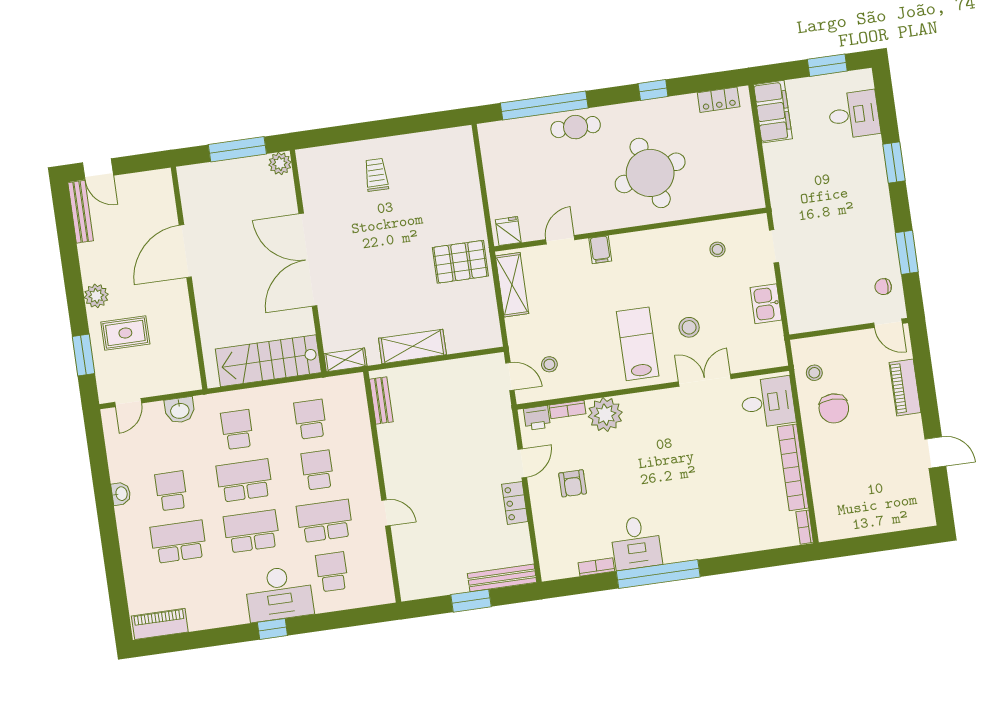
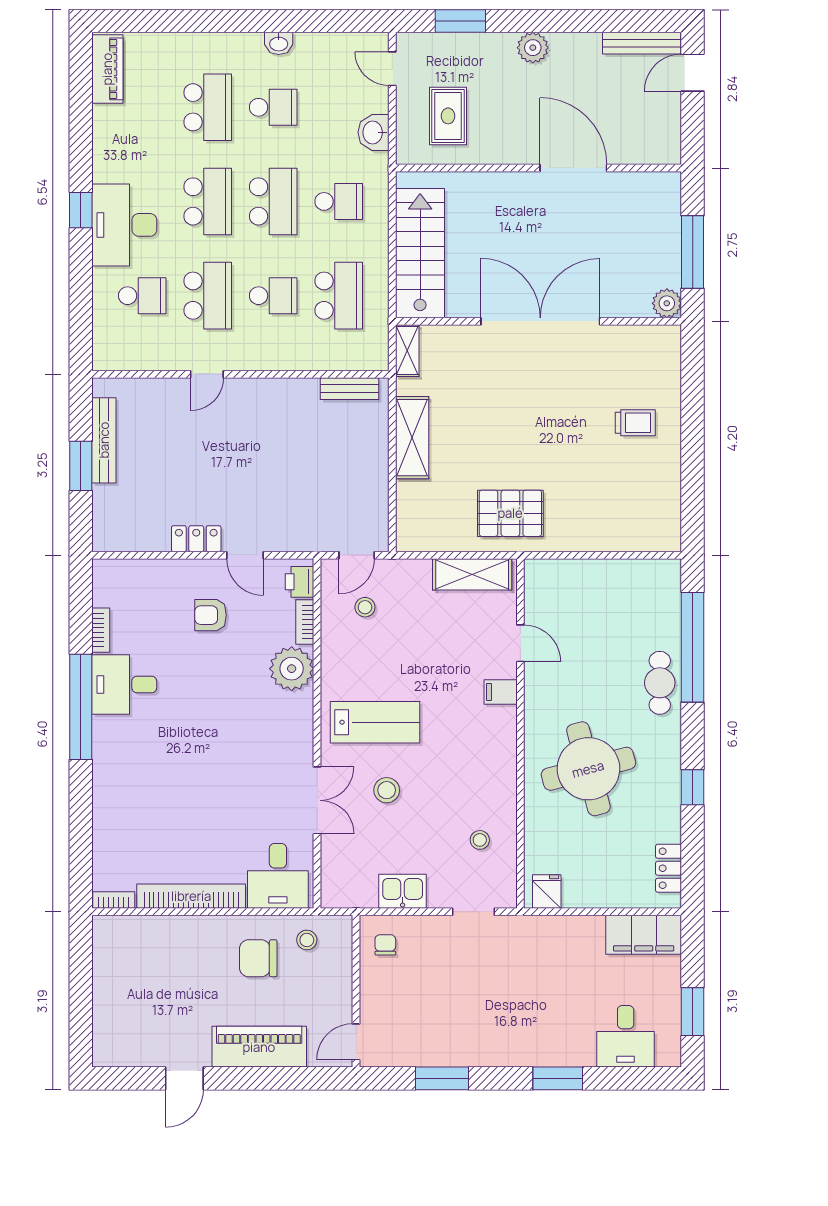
fridge: (508, 231) -> (547, 892), moved, turned -90
pallet: (460, 262) -> (510, 513), turned 90
chair: (883, 287) -> (385, 945), moved
rug: (125, 333) -> (448, 116), moved
piano: (905, 388) -> (259, 1047), width x1.37, depth x1.33
school desk: (310, 419) -> (339, 296), width x1.85
bench: (502, 578) -> (104, 440), moved

